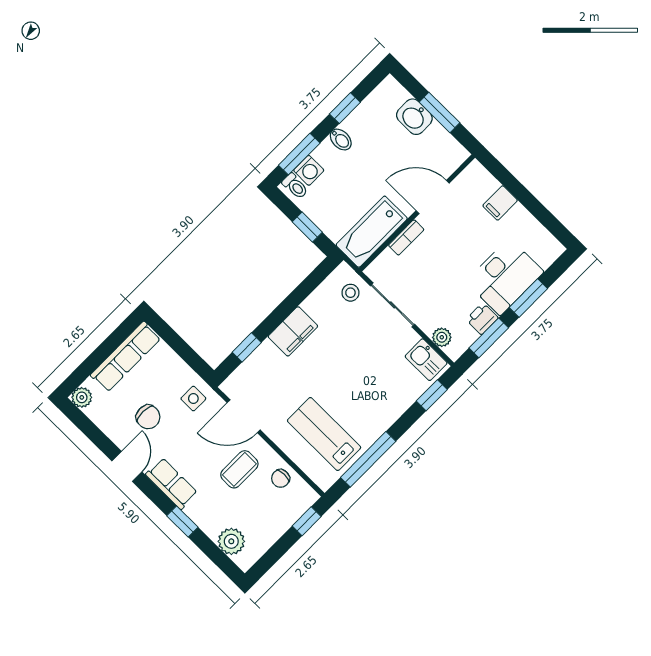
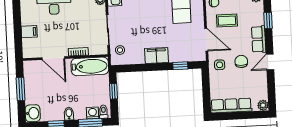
washbasin: (414, 117) -> (33, 113), moved
chair: (148, 417) -> (241, 61), moved

